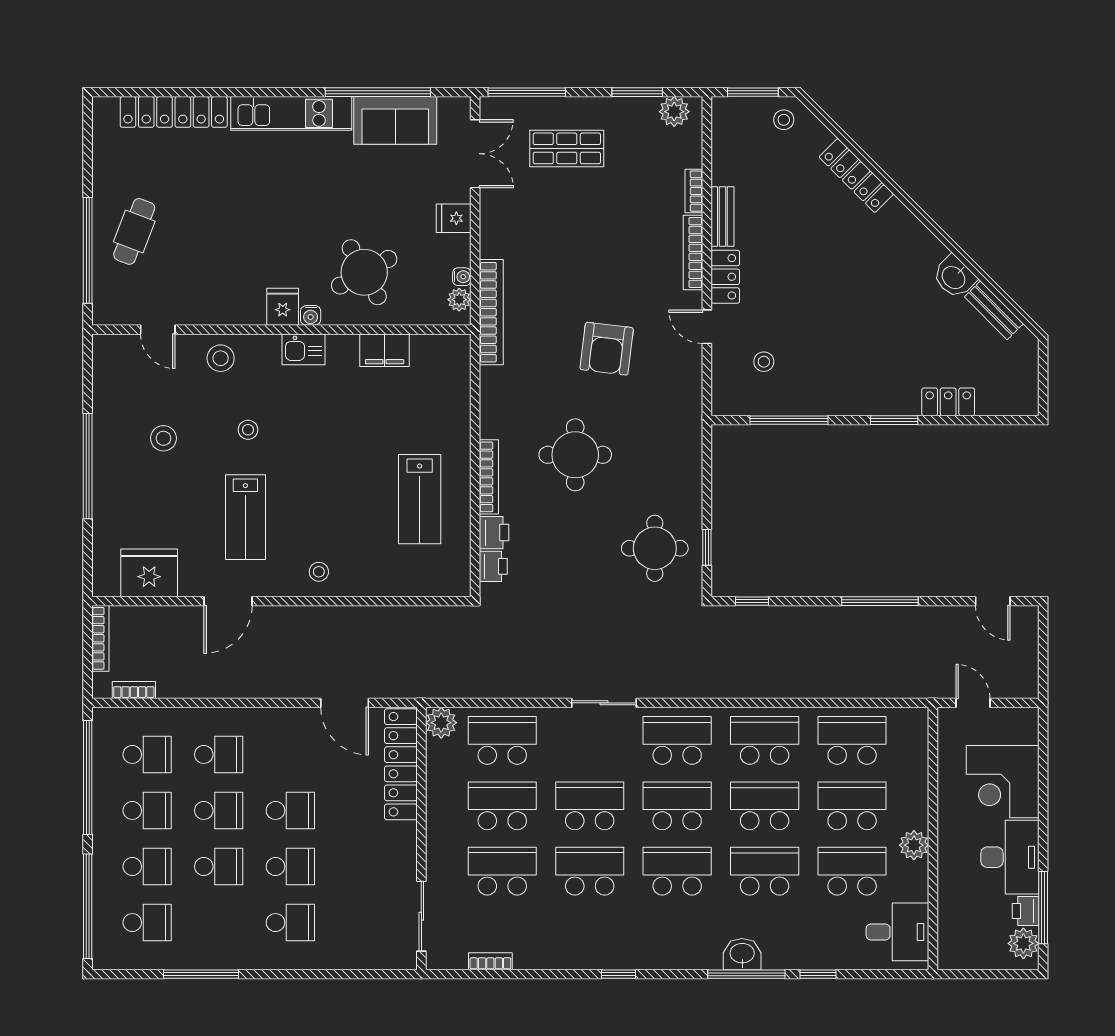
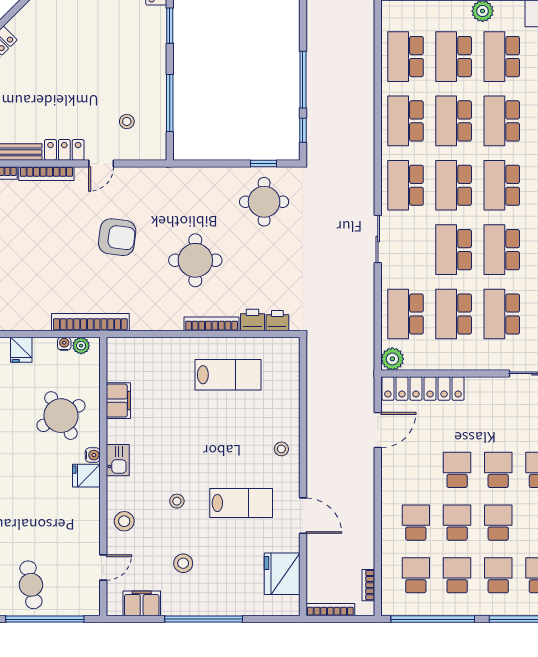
cafe table: (134, 231) -> (31, 585), turned 59
filing cabinet: (109, 382) -> (142, 603), added
window: (880, 601) -> (303, 80), moved

